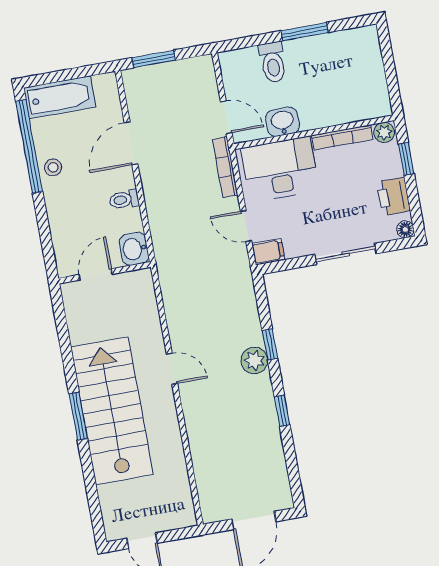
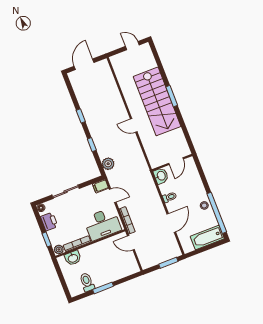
toilet: (273, 62) -> (87, 282), moved
washbasin: (282, 122) -> (73, 258), moved
plant: (254, 361) -> (108, 164), moved

